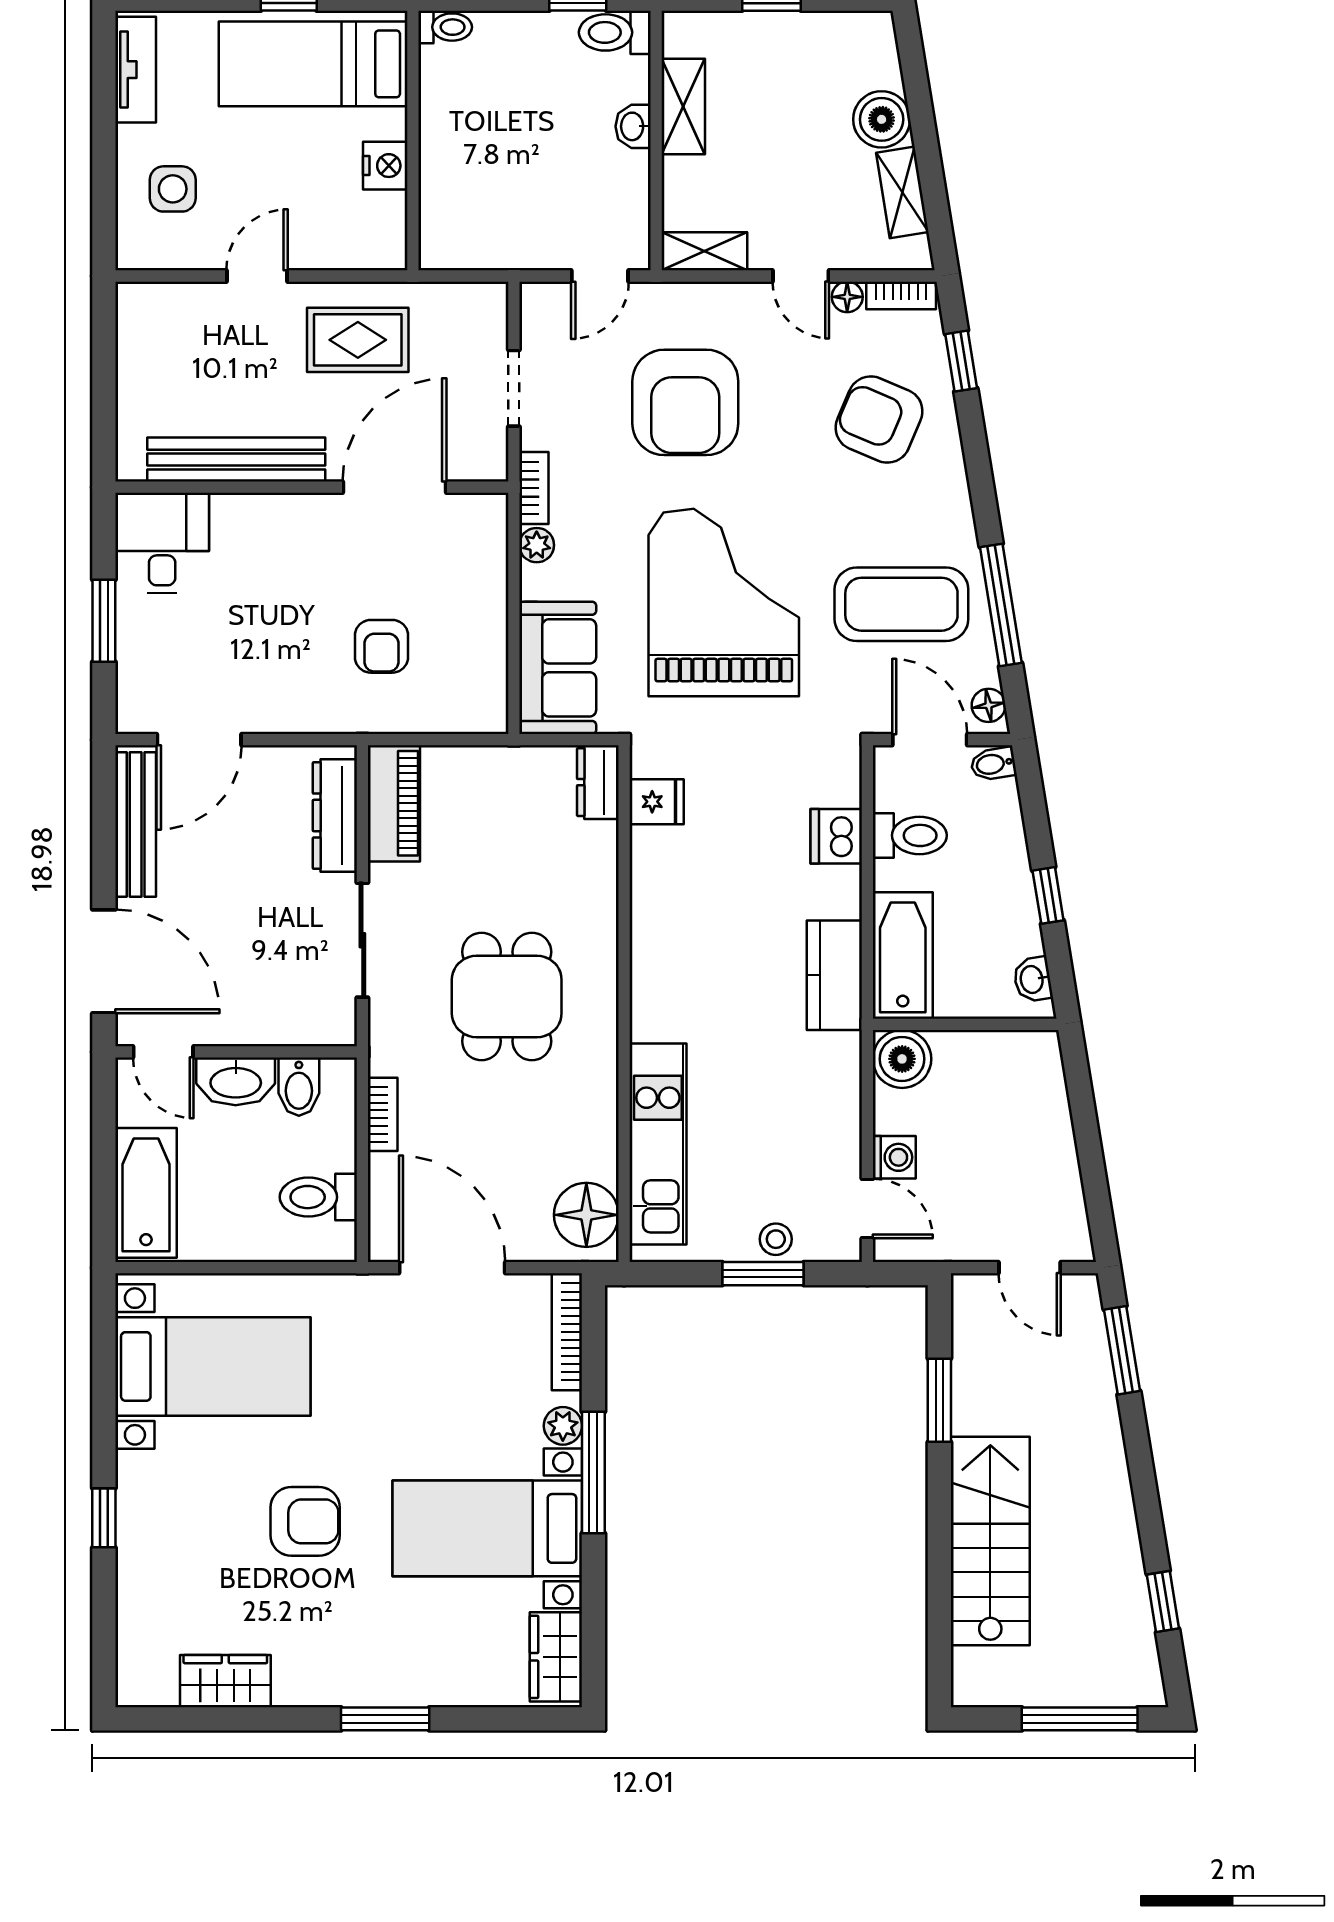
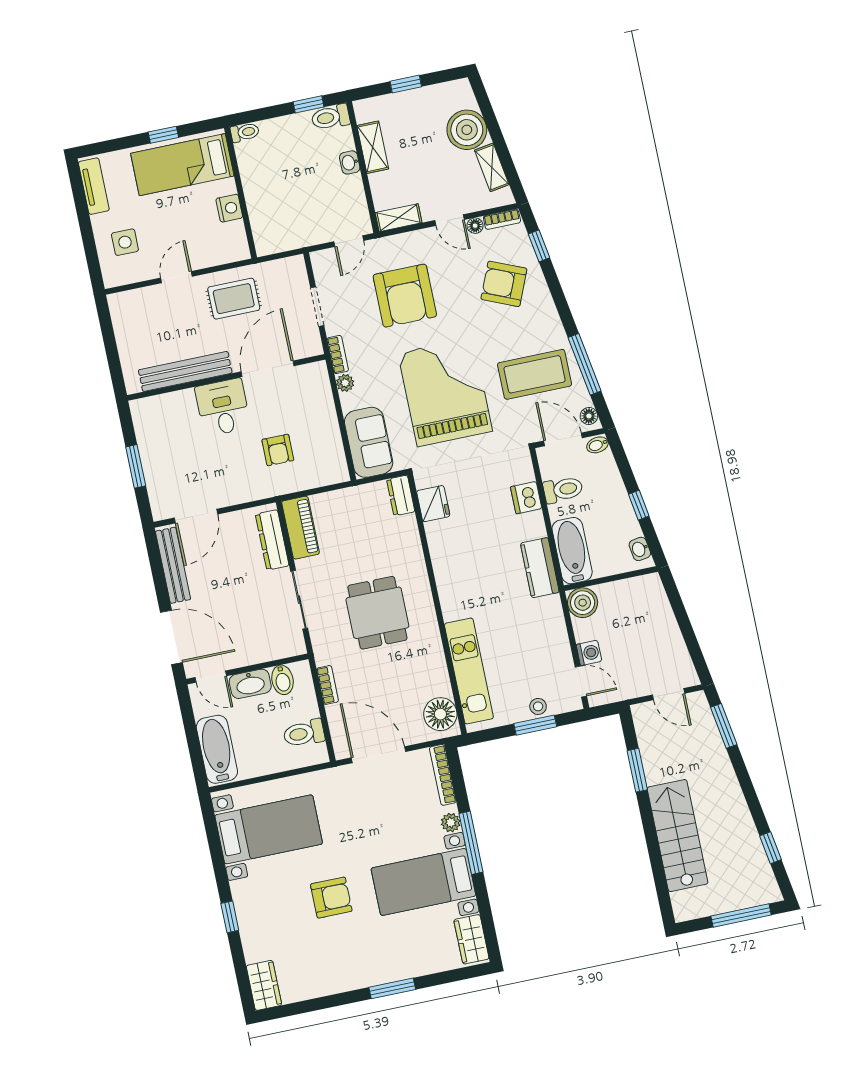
boiler: (882, 119) -> (467, 130), width x1.37, depth x1.37
desk: (162, 543) -> (223, 407), moved
fridge: (657, 802) -> (433, 504), width x1.38
wardrobe: (225, 1681) -> (264, 985), moved, turned 90

